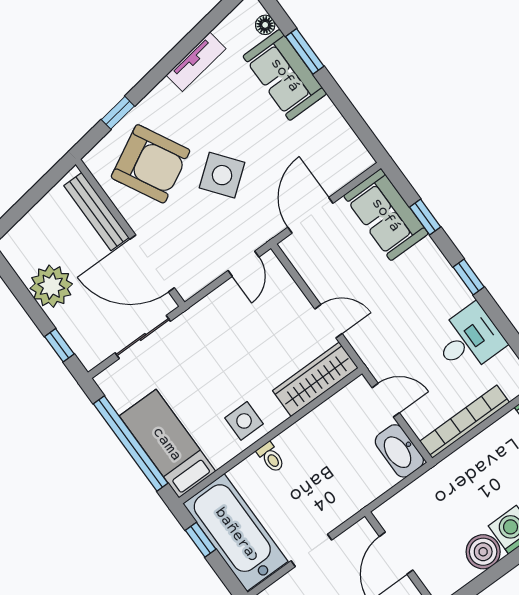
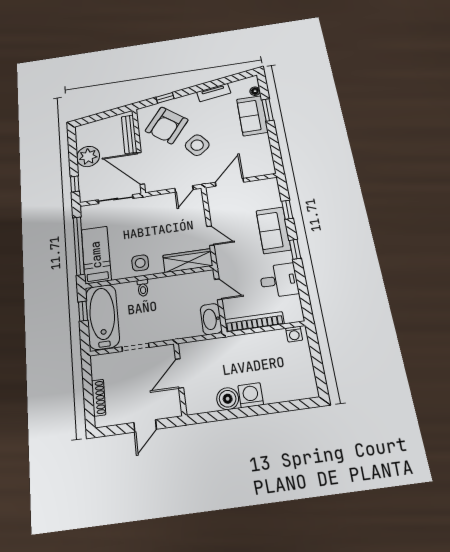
armchair: (151, 164) -> (167, 125), turned 66
sofa: (386, 215) -> (273, 230), moved

